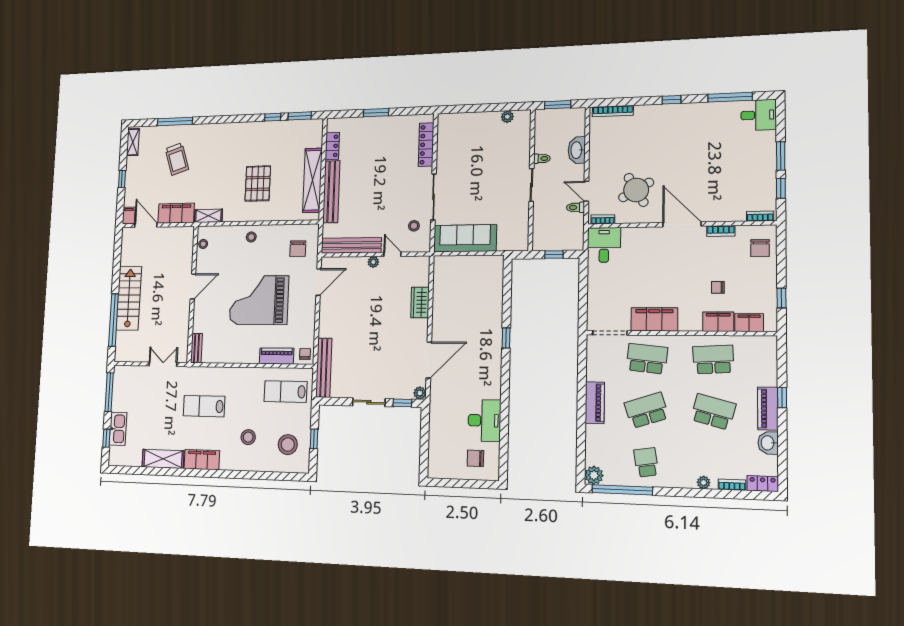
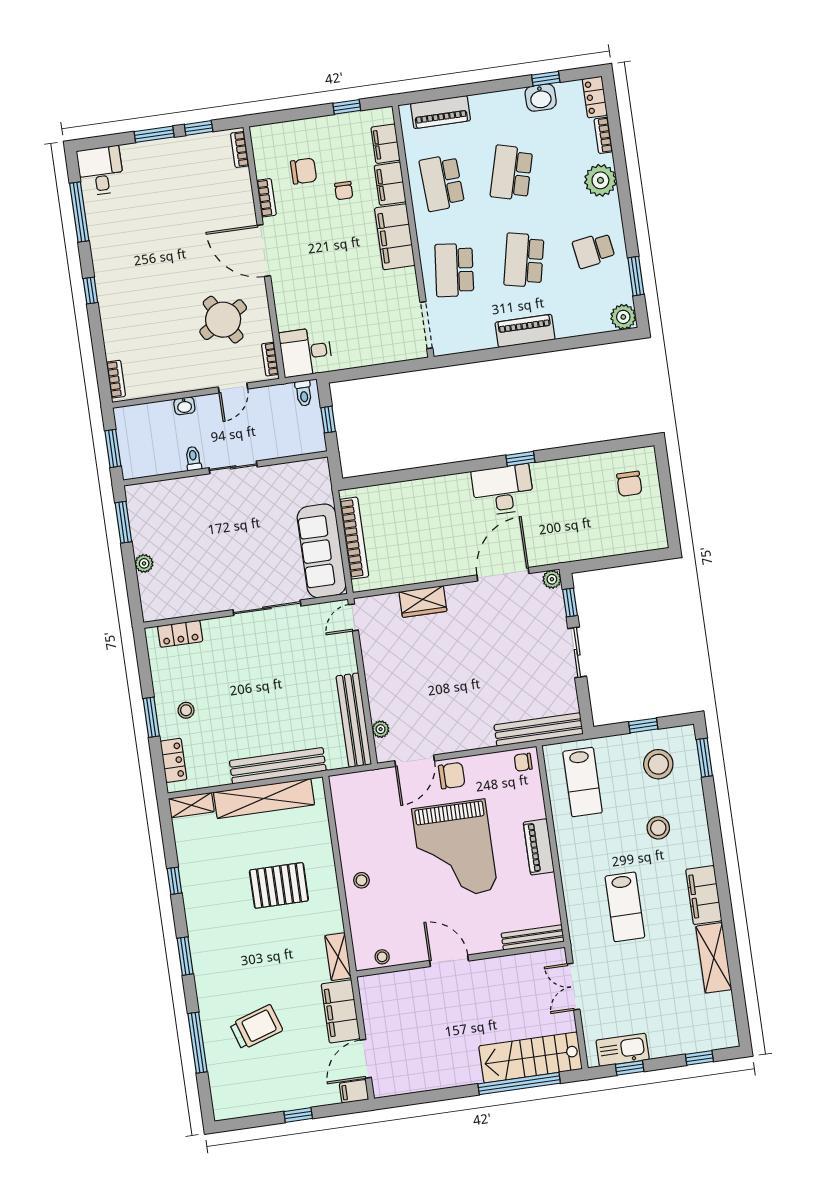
window: (506, 107) -> (123, 522), added
bookcase: (613, 111) -> (116, 379), width x0.64
window: (300, 116) -> (185, 956), moved
plant: (507, 117) -> (144, 563), moved
shelving: (133, 142) -> (191, 805), moved
locker: (426, 145) -> (180, 634), width x0.66
locker: (332, 146) -> (174, 760), moved, turned 90
washbasin: (577, 150) -> (184, 406), width x0.52, depth x0.69
toilet: (575, 207) -> (304, 393), moved
door: (682, 224) -> (264, 250), hinge flipped
stool: (414, 226) -> (186, 710), moved
chair: (760, 248) -> (304, 171), moved
chair: (298, 249) -> (452, 776), moved
door: (392, 254) -> (353, 617), moved
plant: (373, 262) -> (381, 729), moved
bookcase: (470, 262) -> (354, 538), added
door: (319, 282) -> (415, 761), swing flipped
stairs: (129, 298) -> (531, 1057), moved
filing cabinet: (654, 319) -> (395, 237), moved
window: (506, 338) -> (520, 459), moved
bench: (197, 348) -> (533, 937), width x1.36
piano: (277, 356) -> (539, 847), moved
door: (429, 360) -> (503, 574), hinge flipped
window: (109, 392) -> (630, 1068), width x0.46
window: (782, 398) -> (546, 79), moved
piano: (768, 409) -> (440, 112), moved
school desk: (647, 410) -> (524, 260), turned 30
desk: (484, 420) -> (503, 490), moved
kitchen sink: (118, 429) -> (623, 1050), moved
window: (286, 477) -> (704, 758), added
plant: (704, 482) -> (600, 180), width x1.88, depth x1.88
window: (622, 490) -> (636, 276), width x0.47

